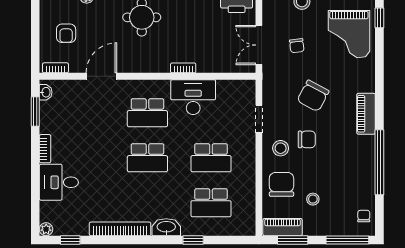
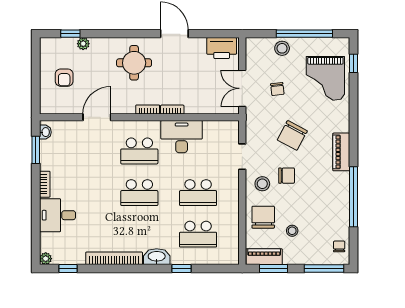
bookcase: (55, 68) -> (148, 110), moved

